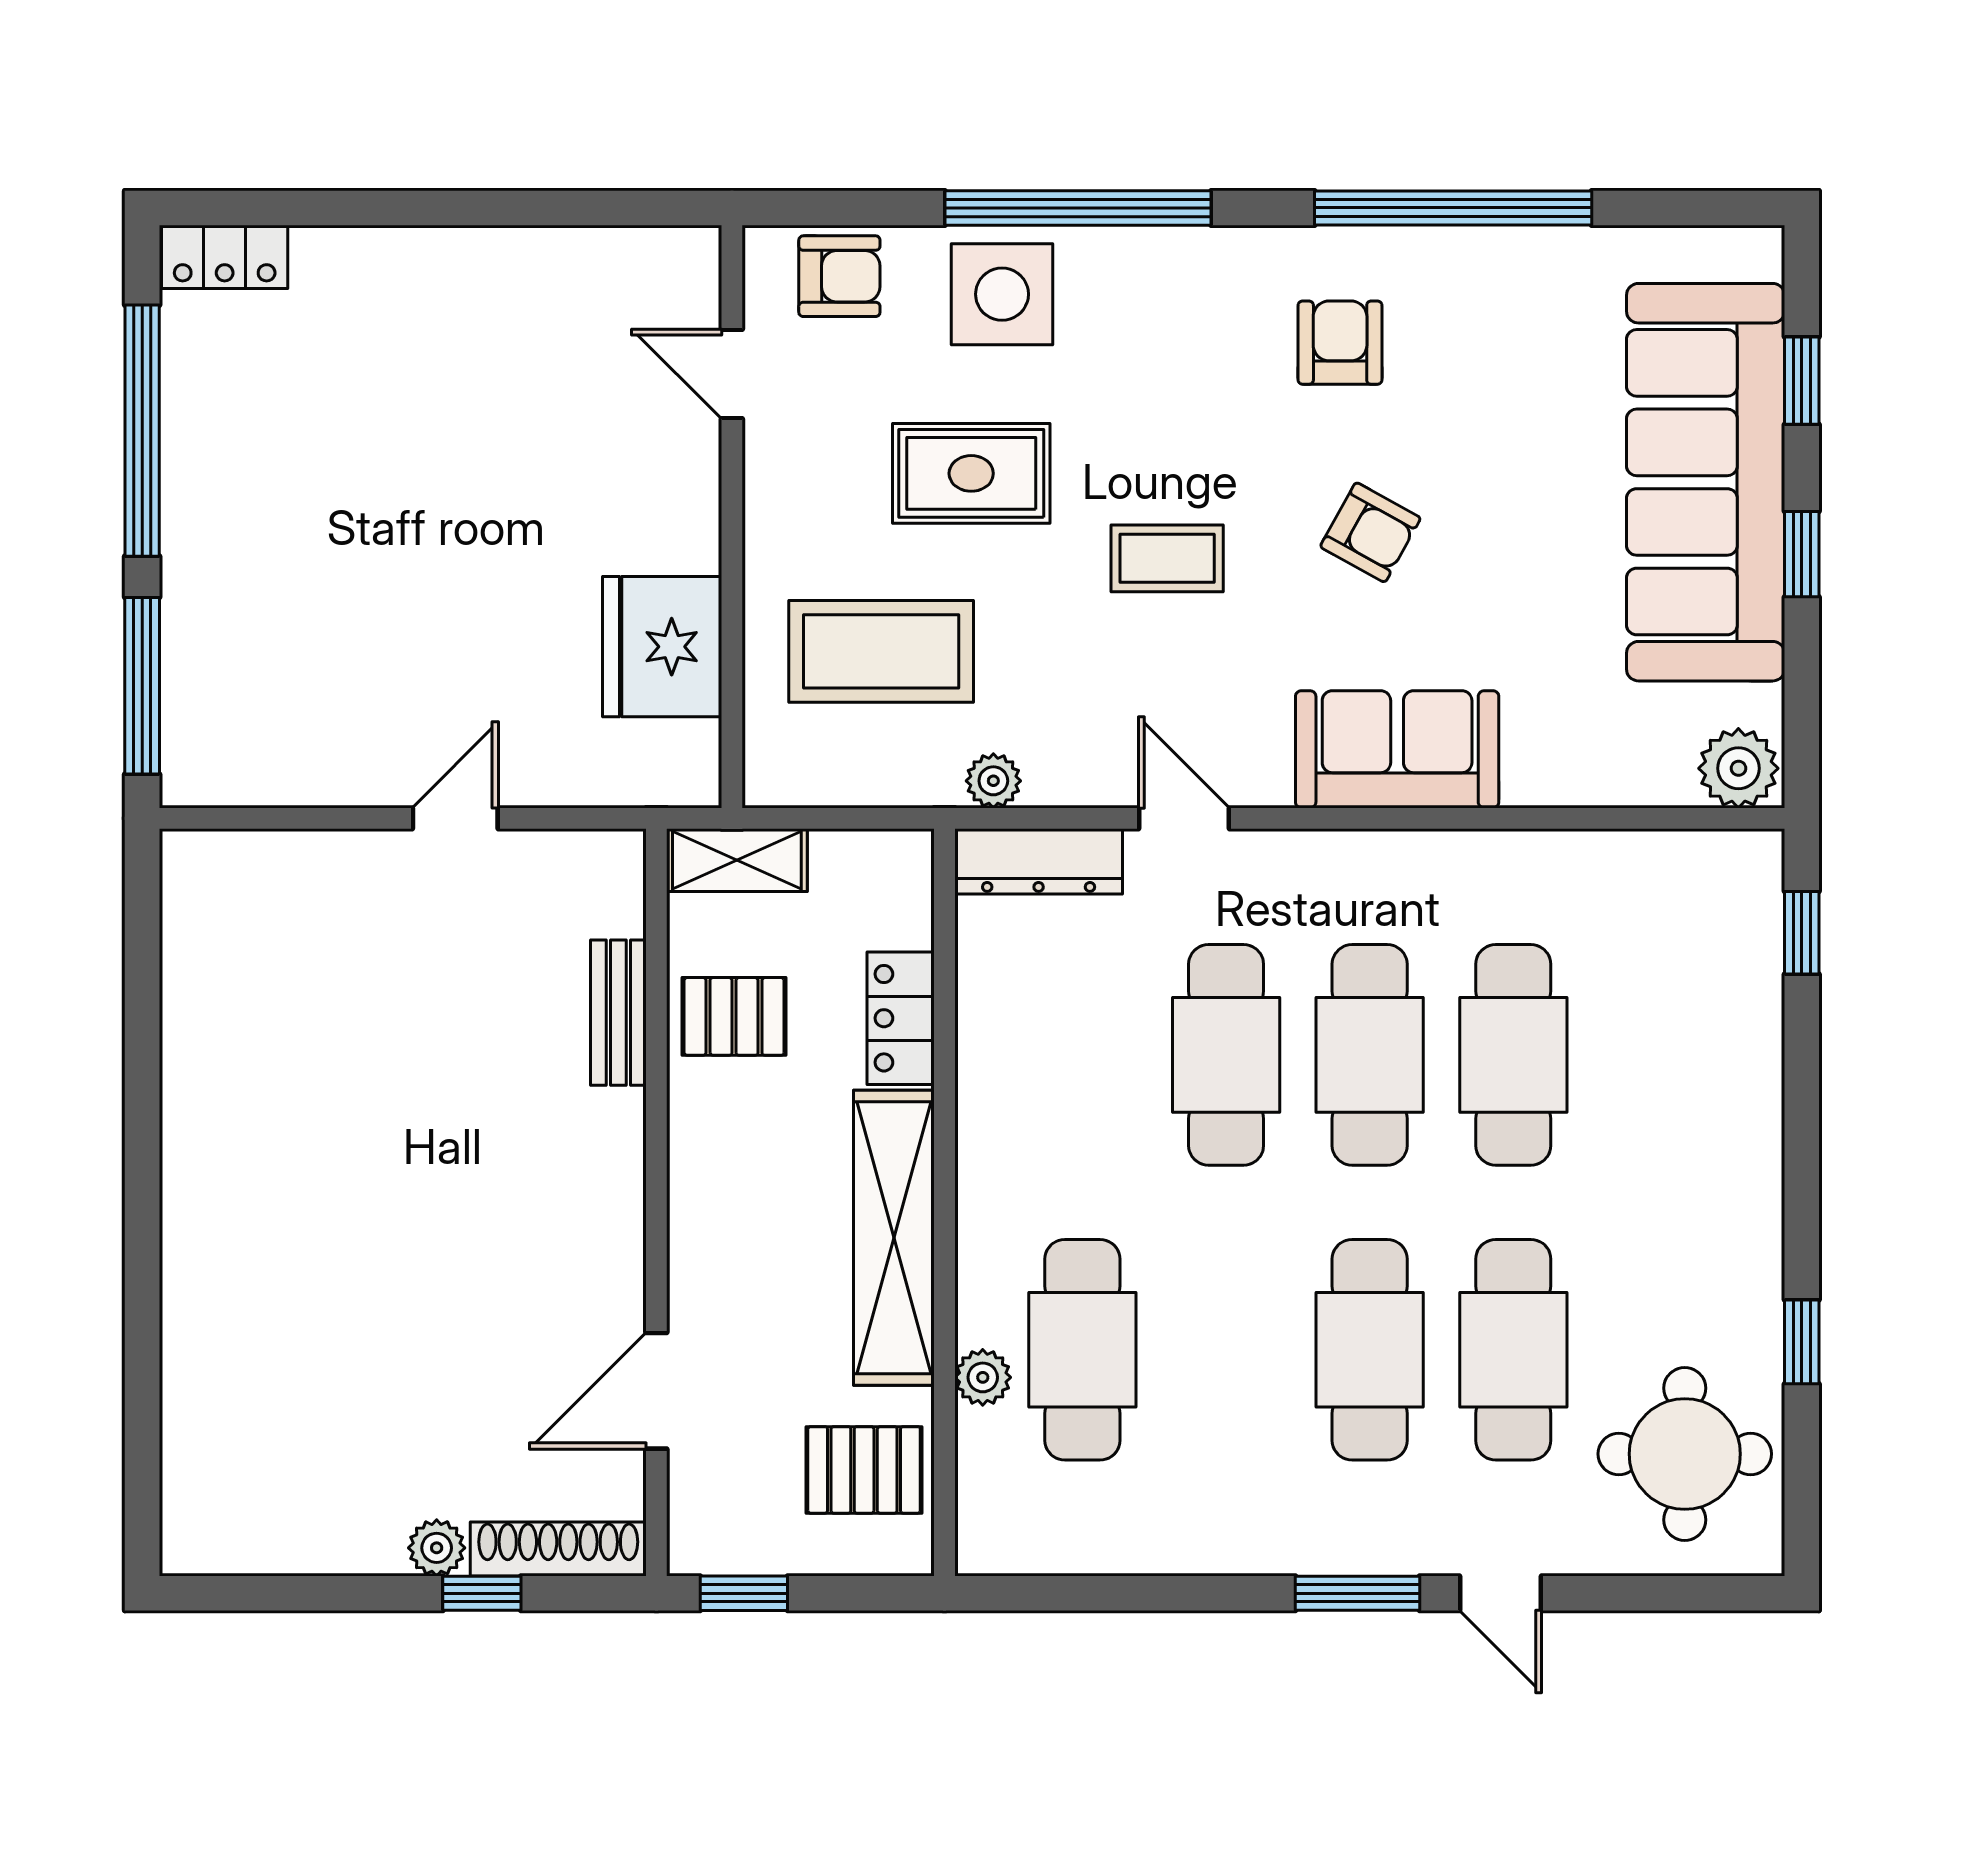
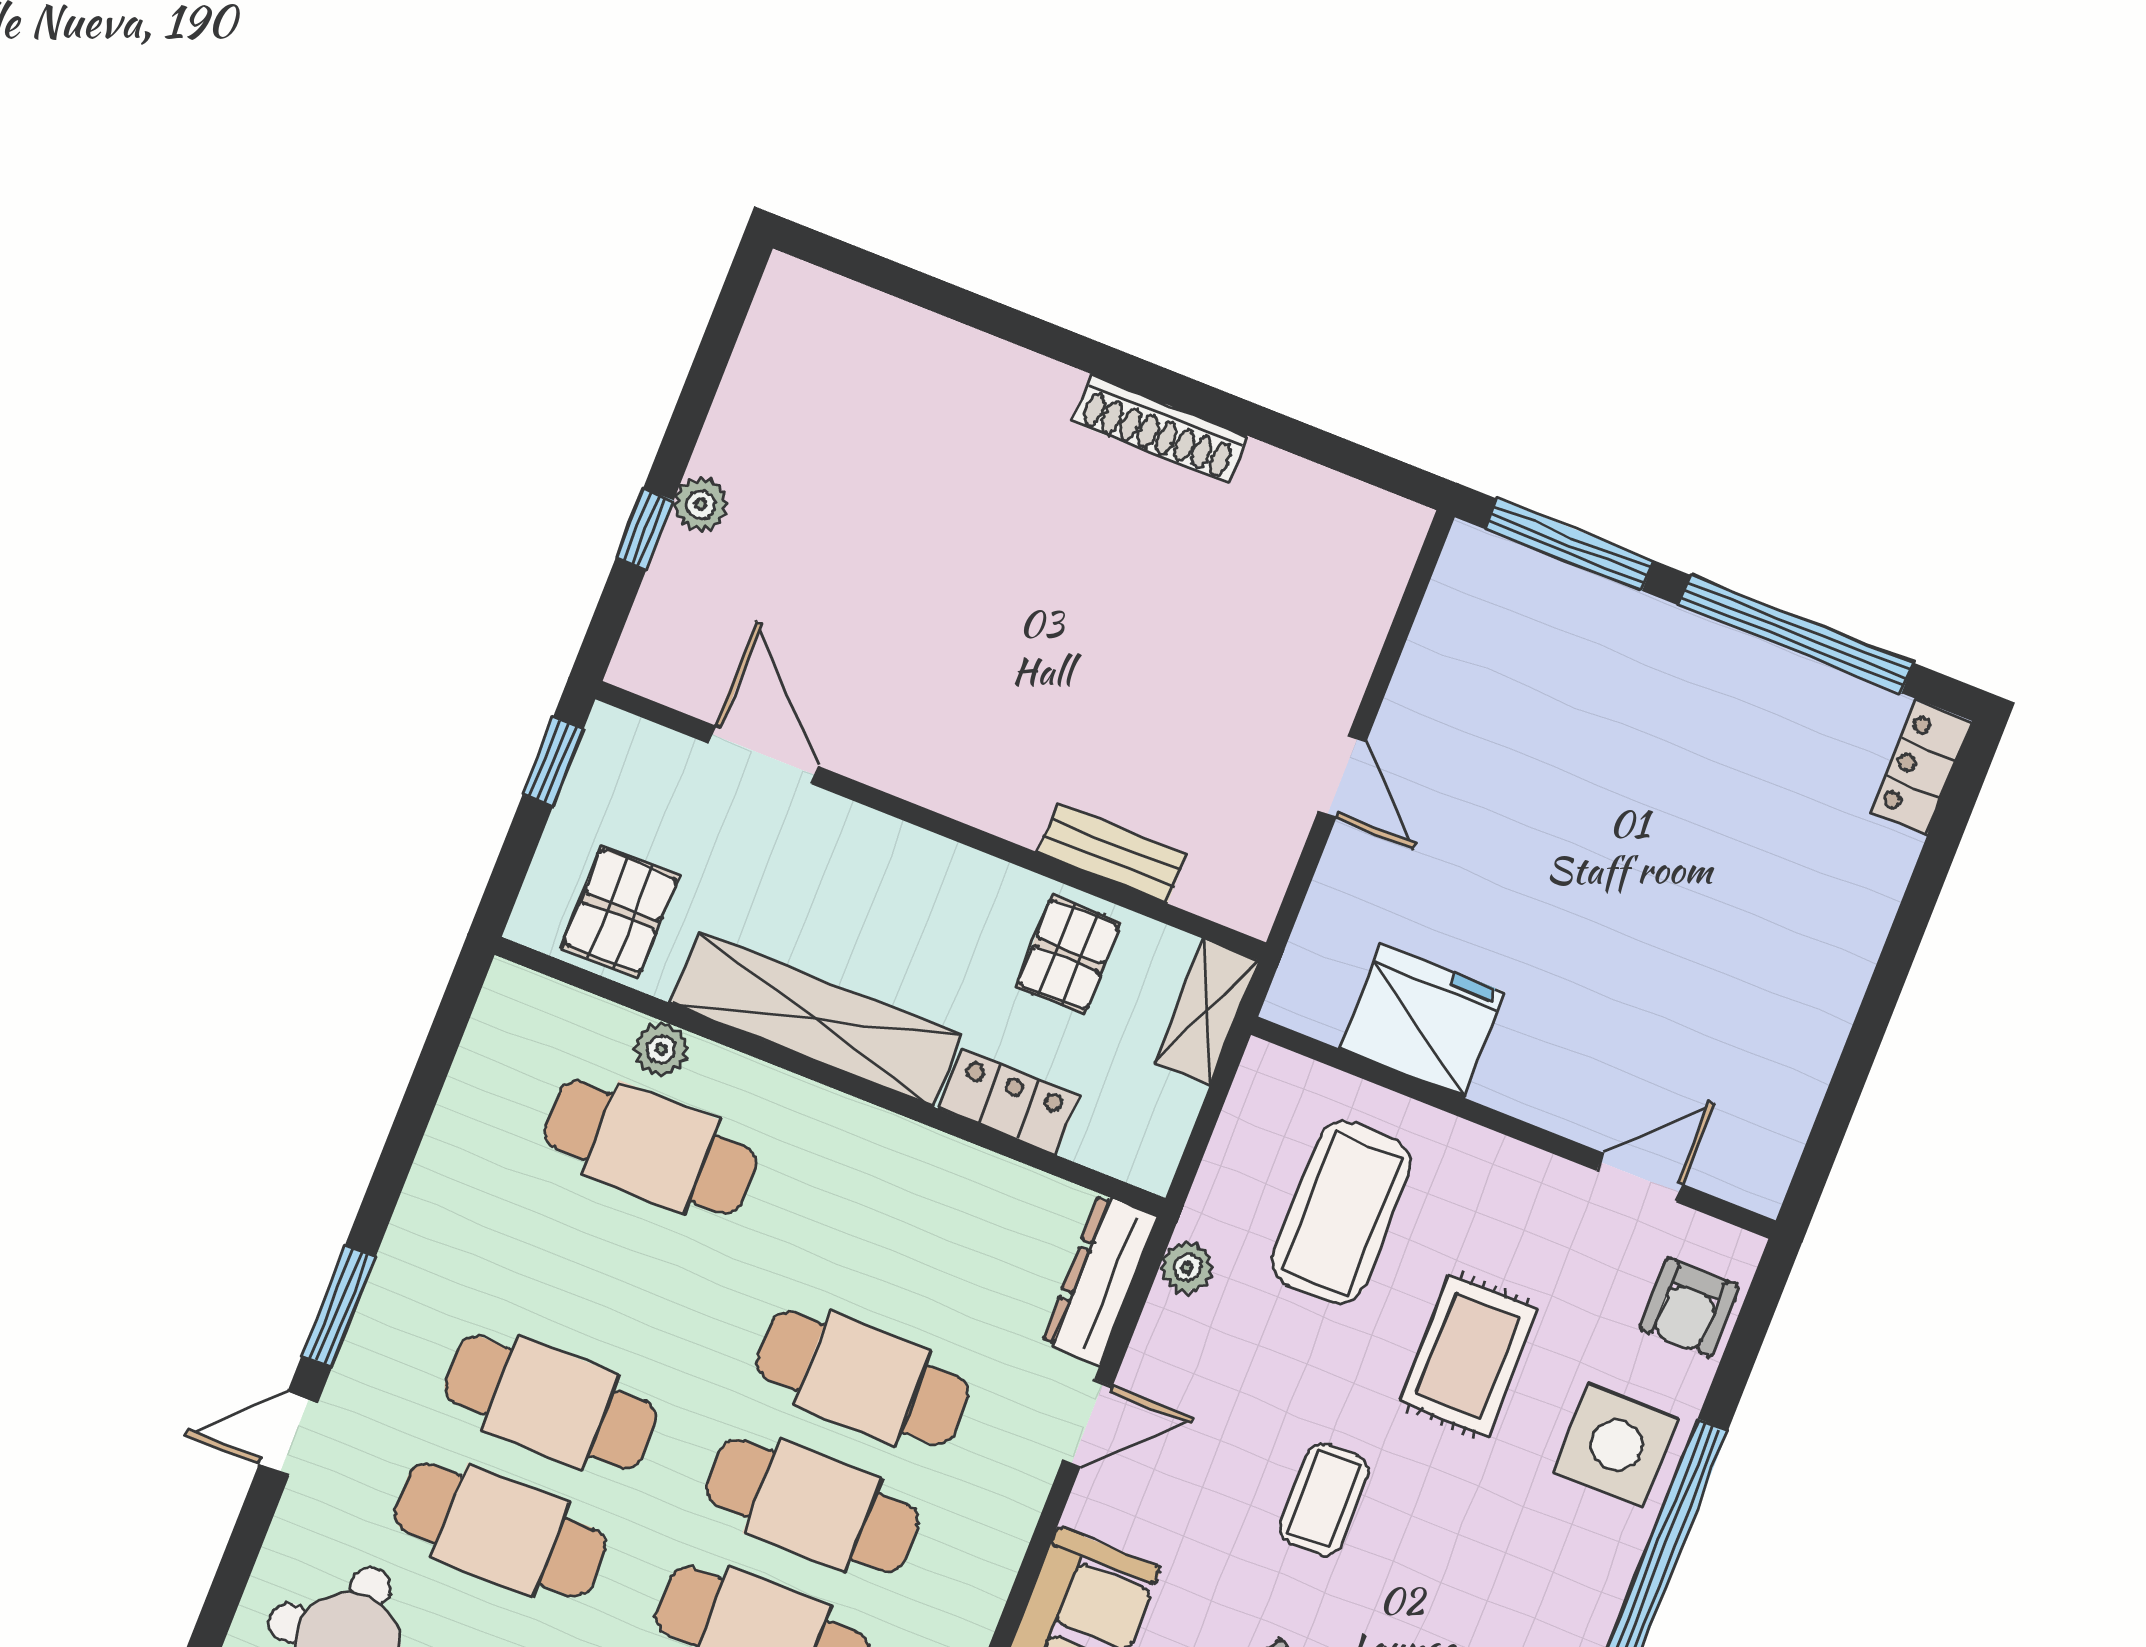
shoe rack: (558, 1549) -> (1159, 429), moved, turned 90

